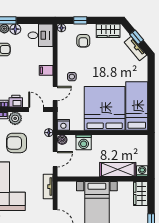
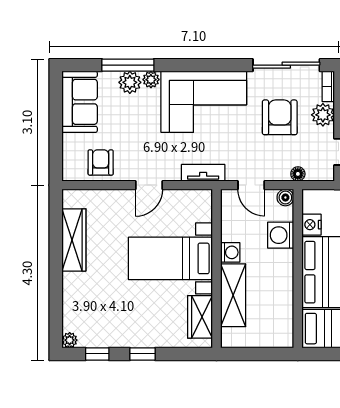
nightstand: (63, 125) -> (311, 225), moved
washing machine: (142, 171) -> (230, 252), moved
wardrobe: (141, 193) -> (200, 317), moved, turned -90

